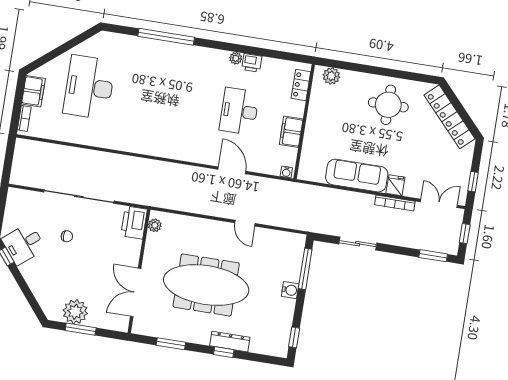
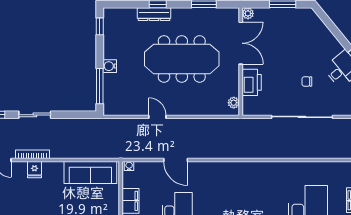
sofa: (357, 176) -> (90, 172), moved
printer: (134, 223) -> (252, 82), moved
sliding door: (358, 244) -> (35, 115), moved
plant: (75, 312) -> (248, 13), moved, width x0.53, depth x0.53

